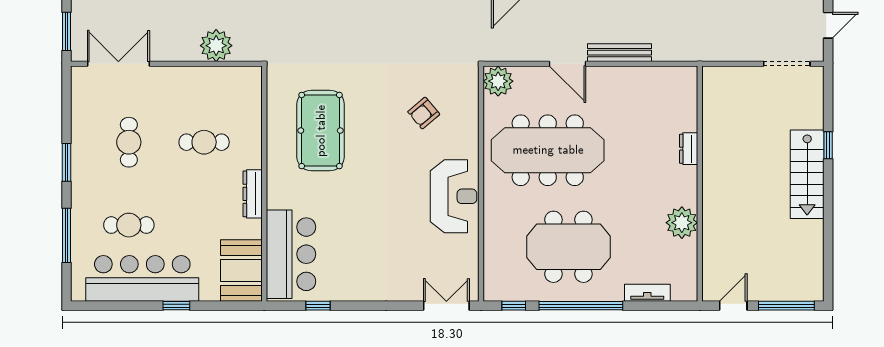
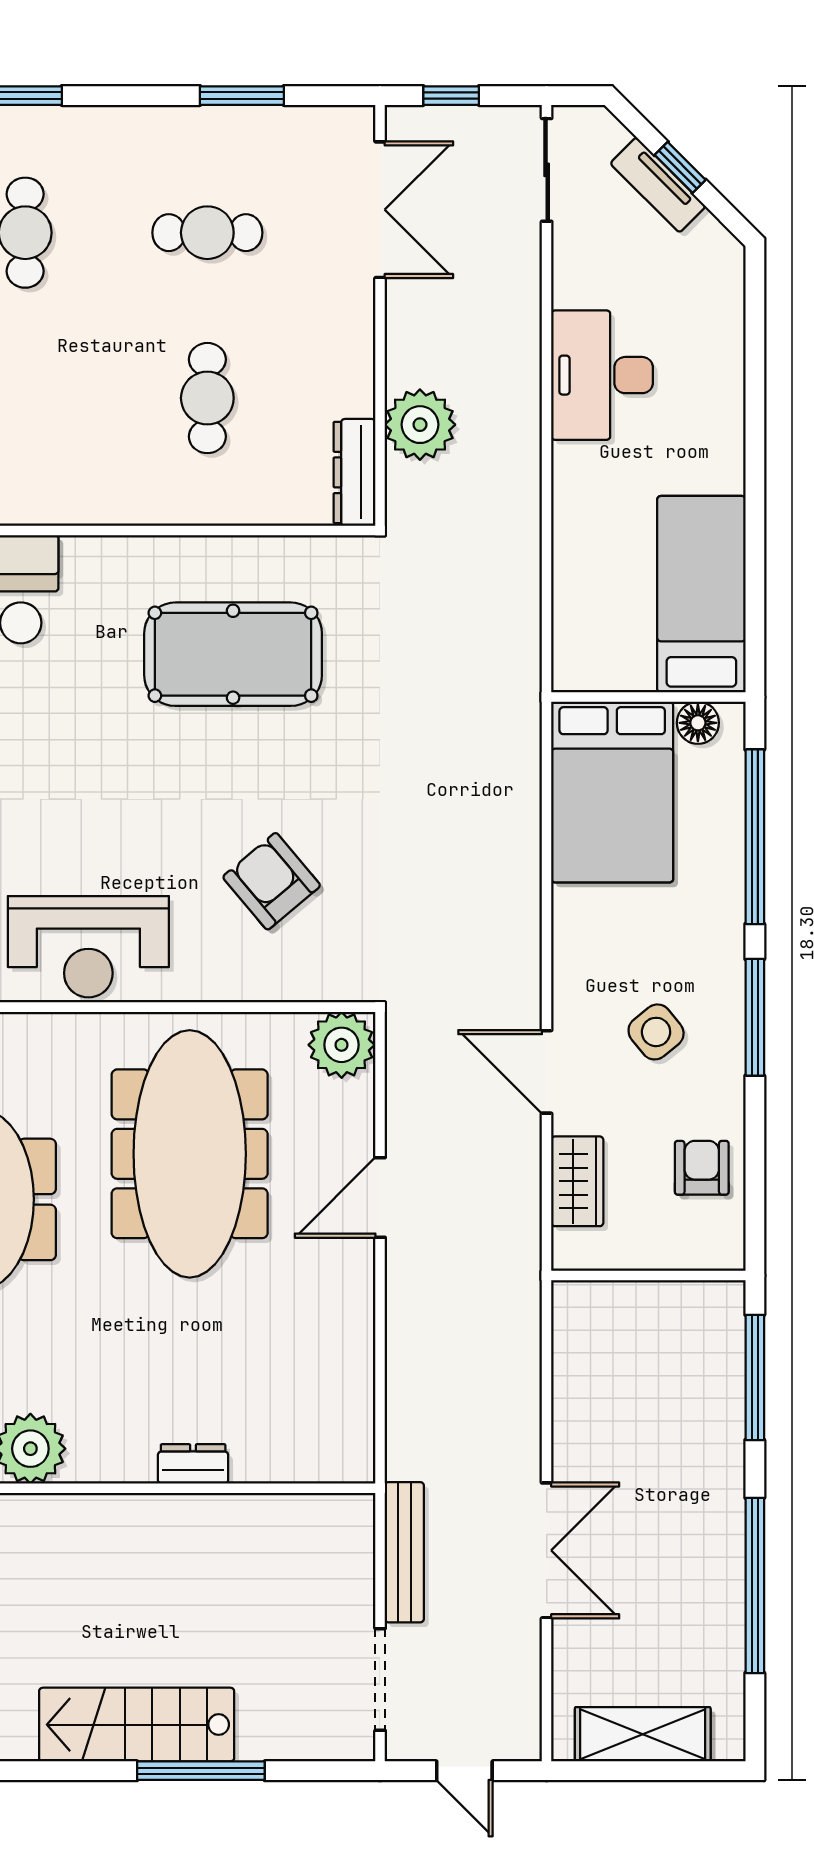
window: (67, 31) -> (451, 96), width x0.67
bench: (619, 53) -> (404, 1552), moved
armchair: (424, 113) -> (272, 881), width x1.38, depth x1.38
window: (828, 145) -> (201, 1771), width x2.17
window: (67, 162) -> (242, 96), moved
dresser: (253, 194) -> (354, 472), moved, turned -90

